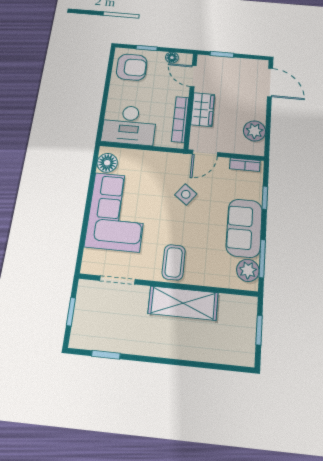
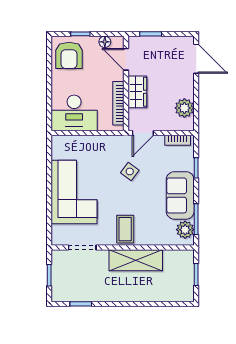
armchair: (132, 67) -> (69, 55), turned 90
floor lamp: (107, 163) -> (60, 150), removed

